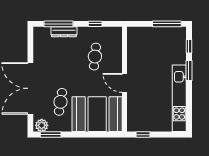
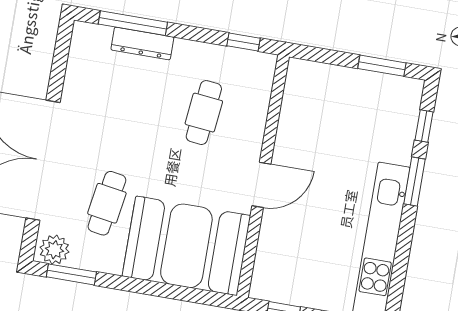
window: (95, 24) -> (244, 42), moved
window: (167, 24) -> (382, 66), width x0.69
door: (125, 83) -> (261, 185), swing flipped

